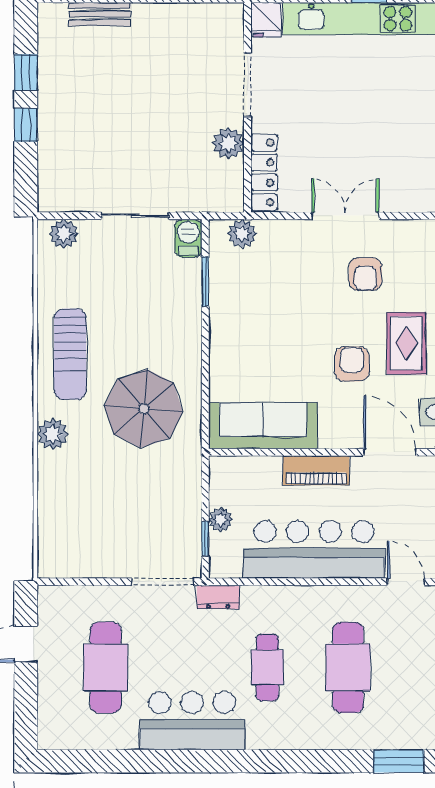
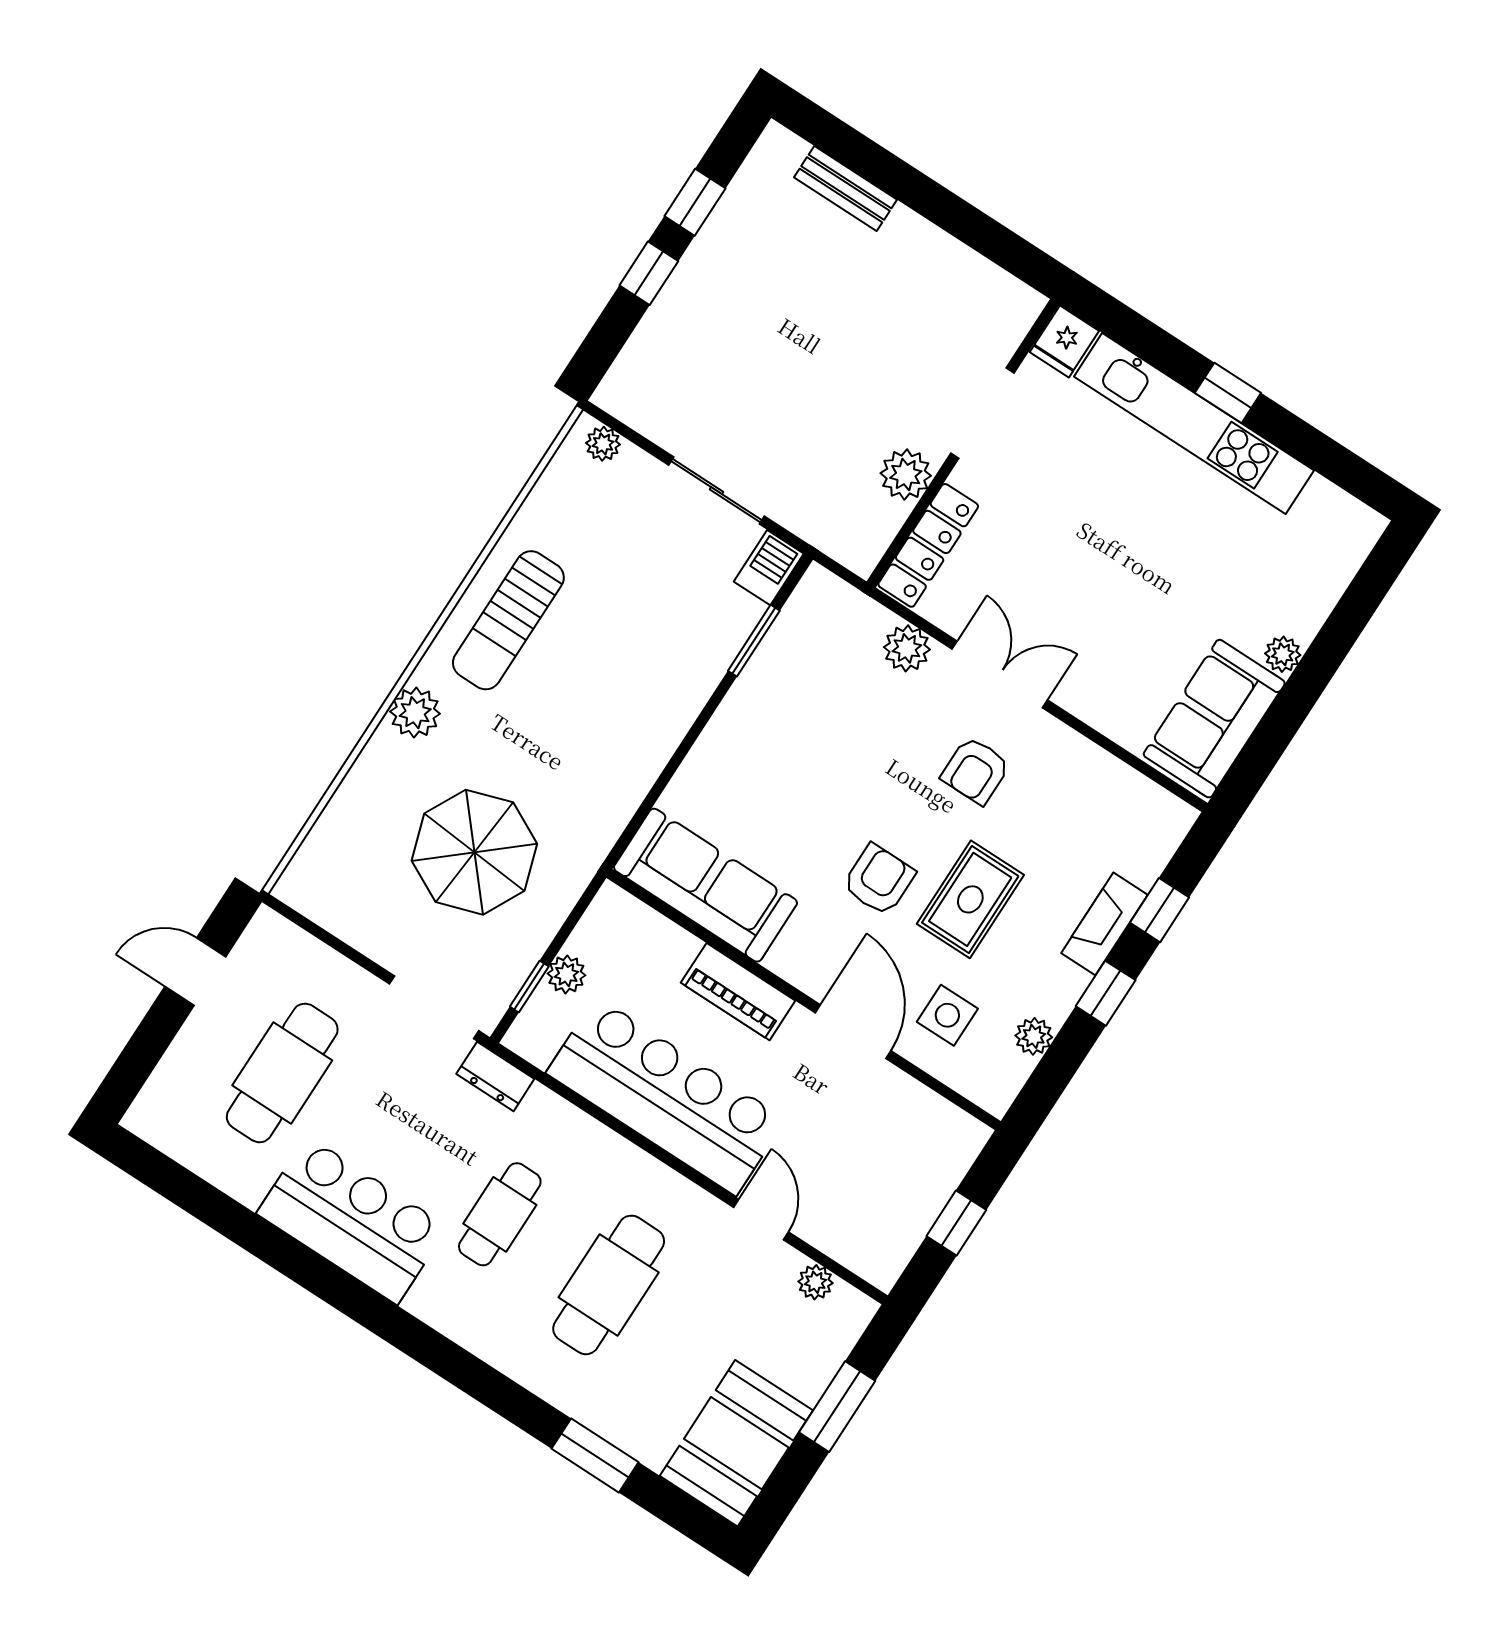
plant: (64, 234) -> (603, 444), width x0.73, depth x0.73
plant: (242, 234) -> (907, 648), moved
parasol: (144, 409) -> (474, 852), moved

